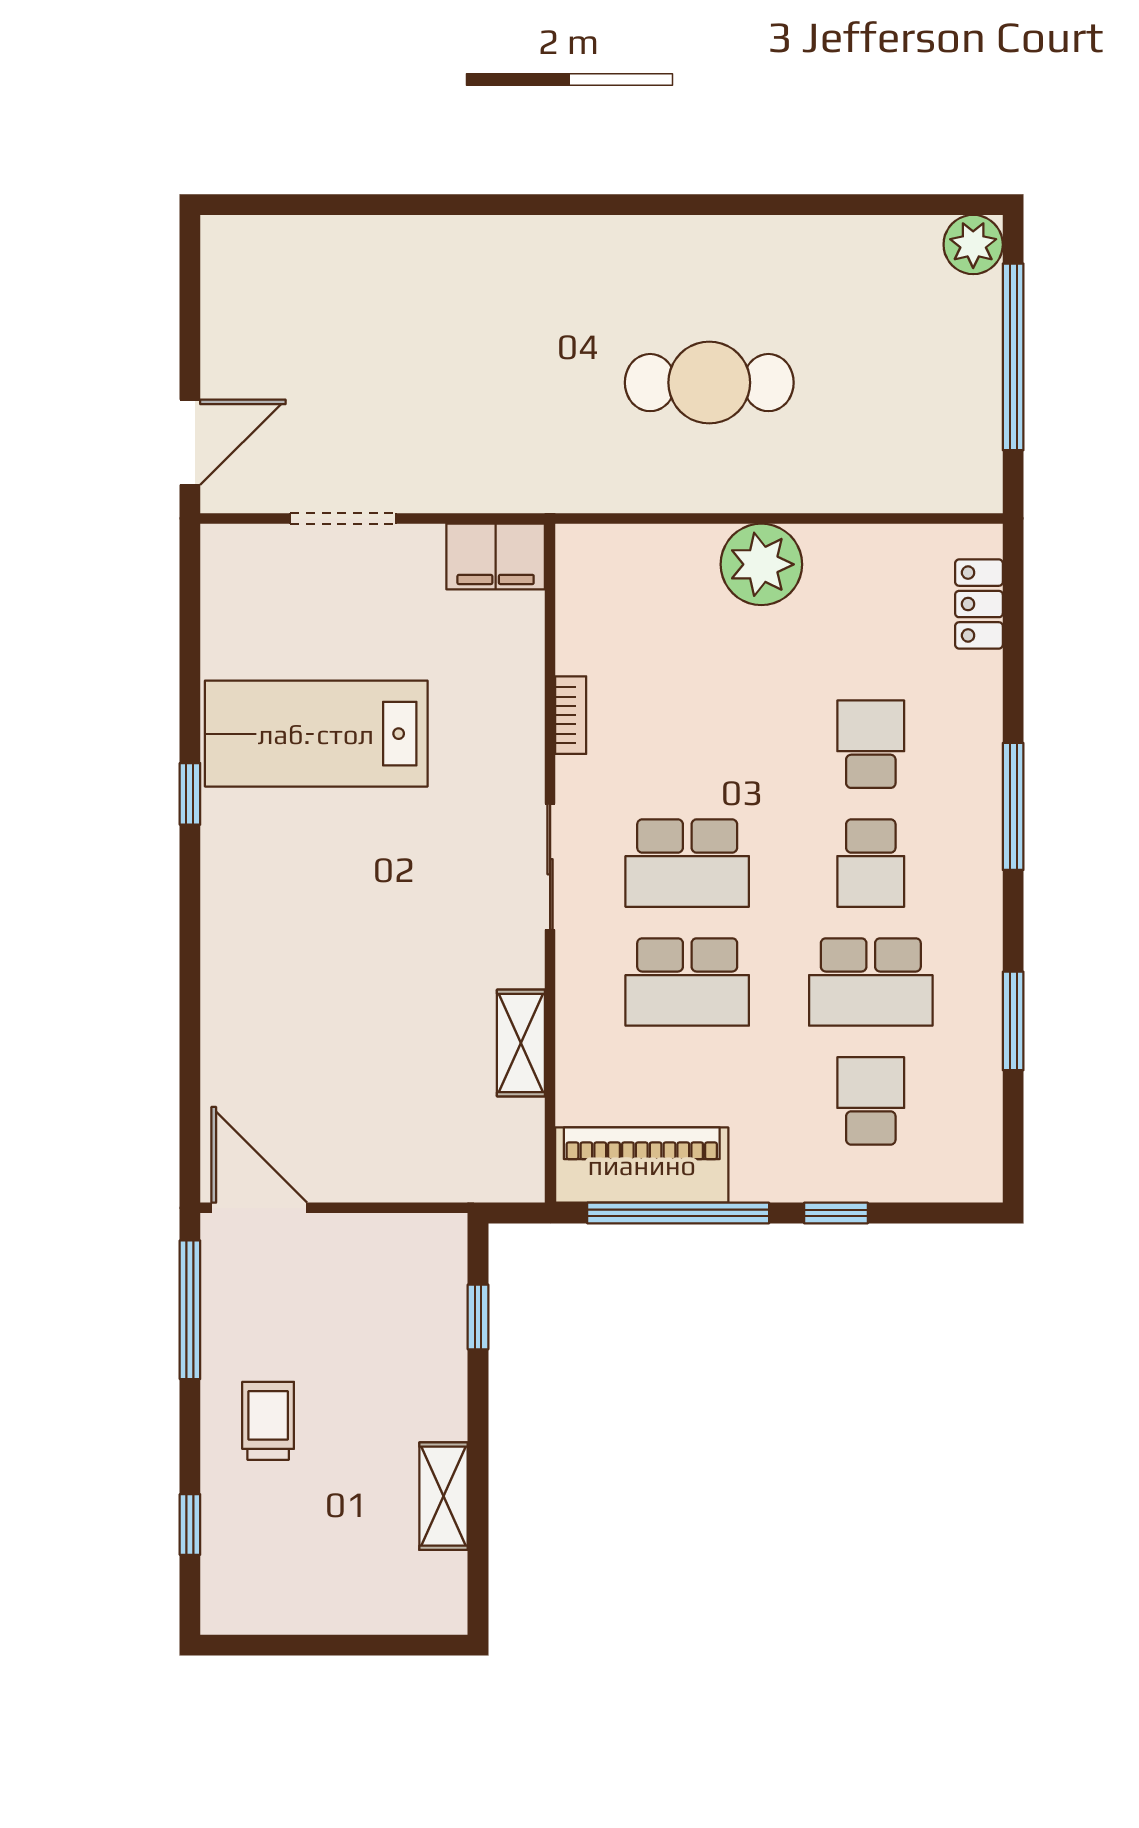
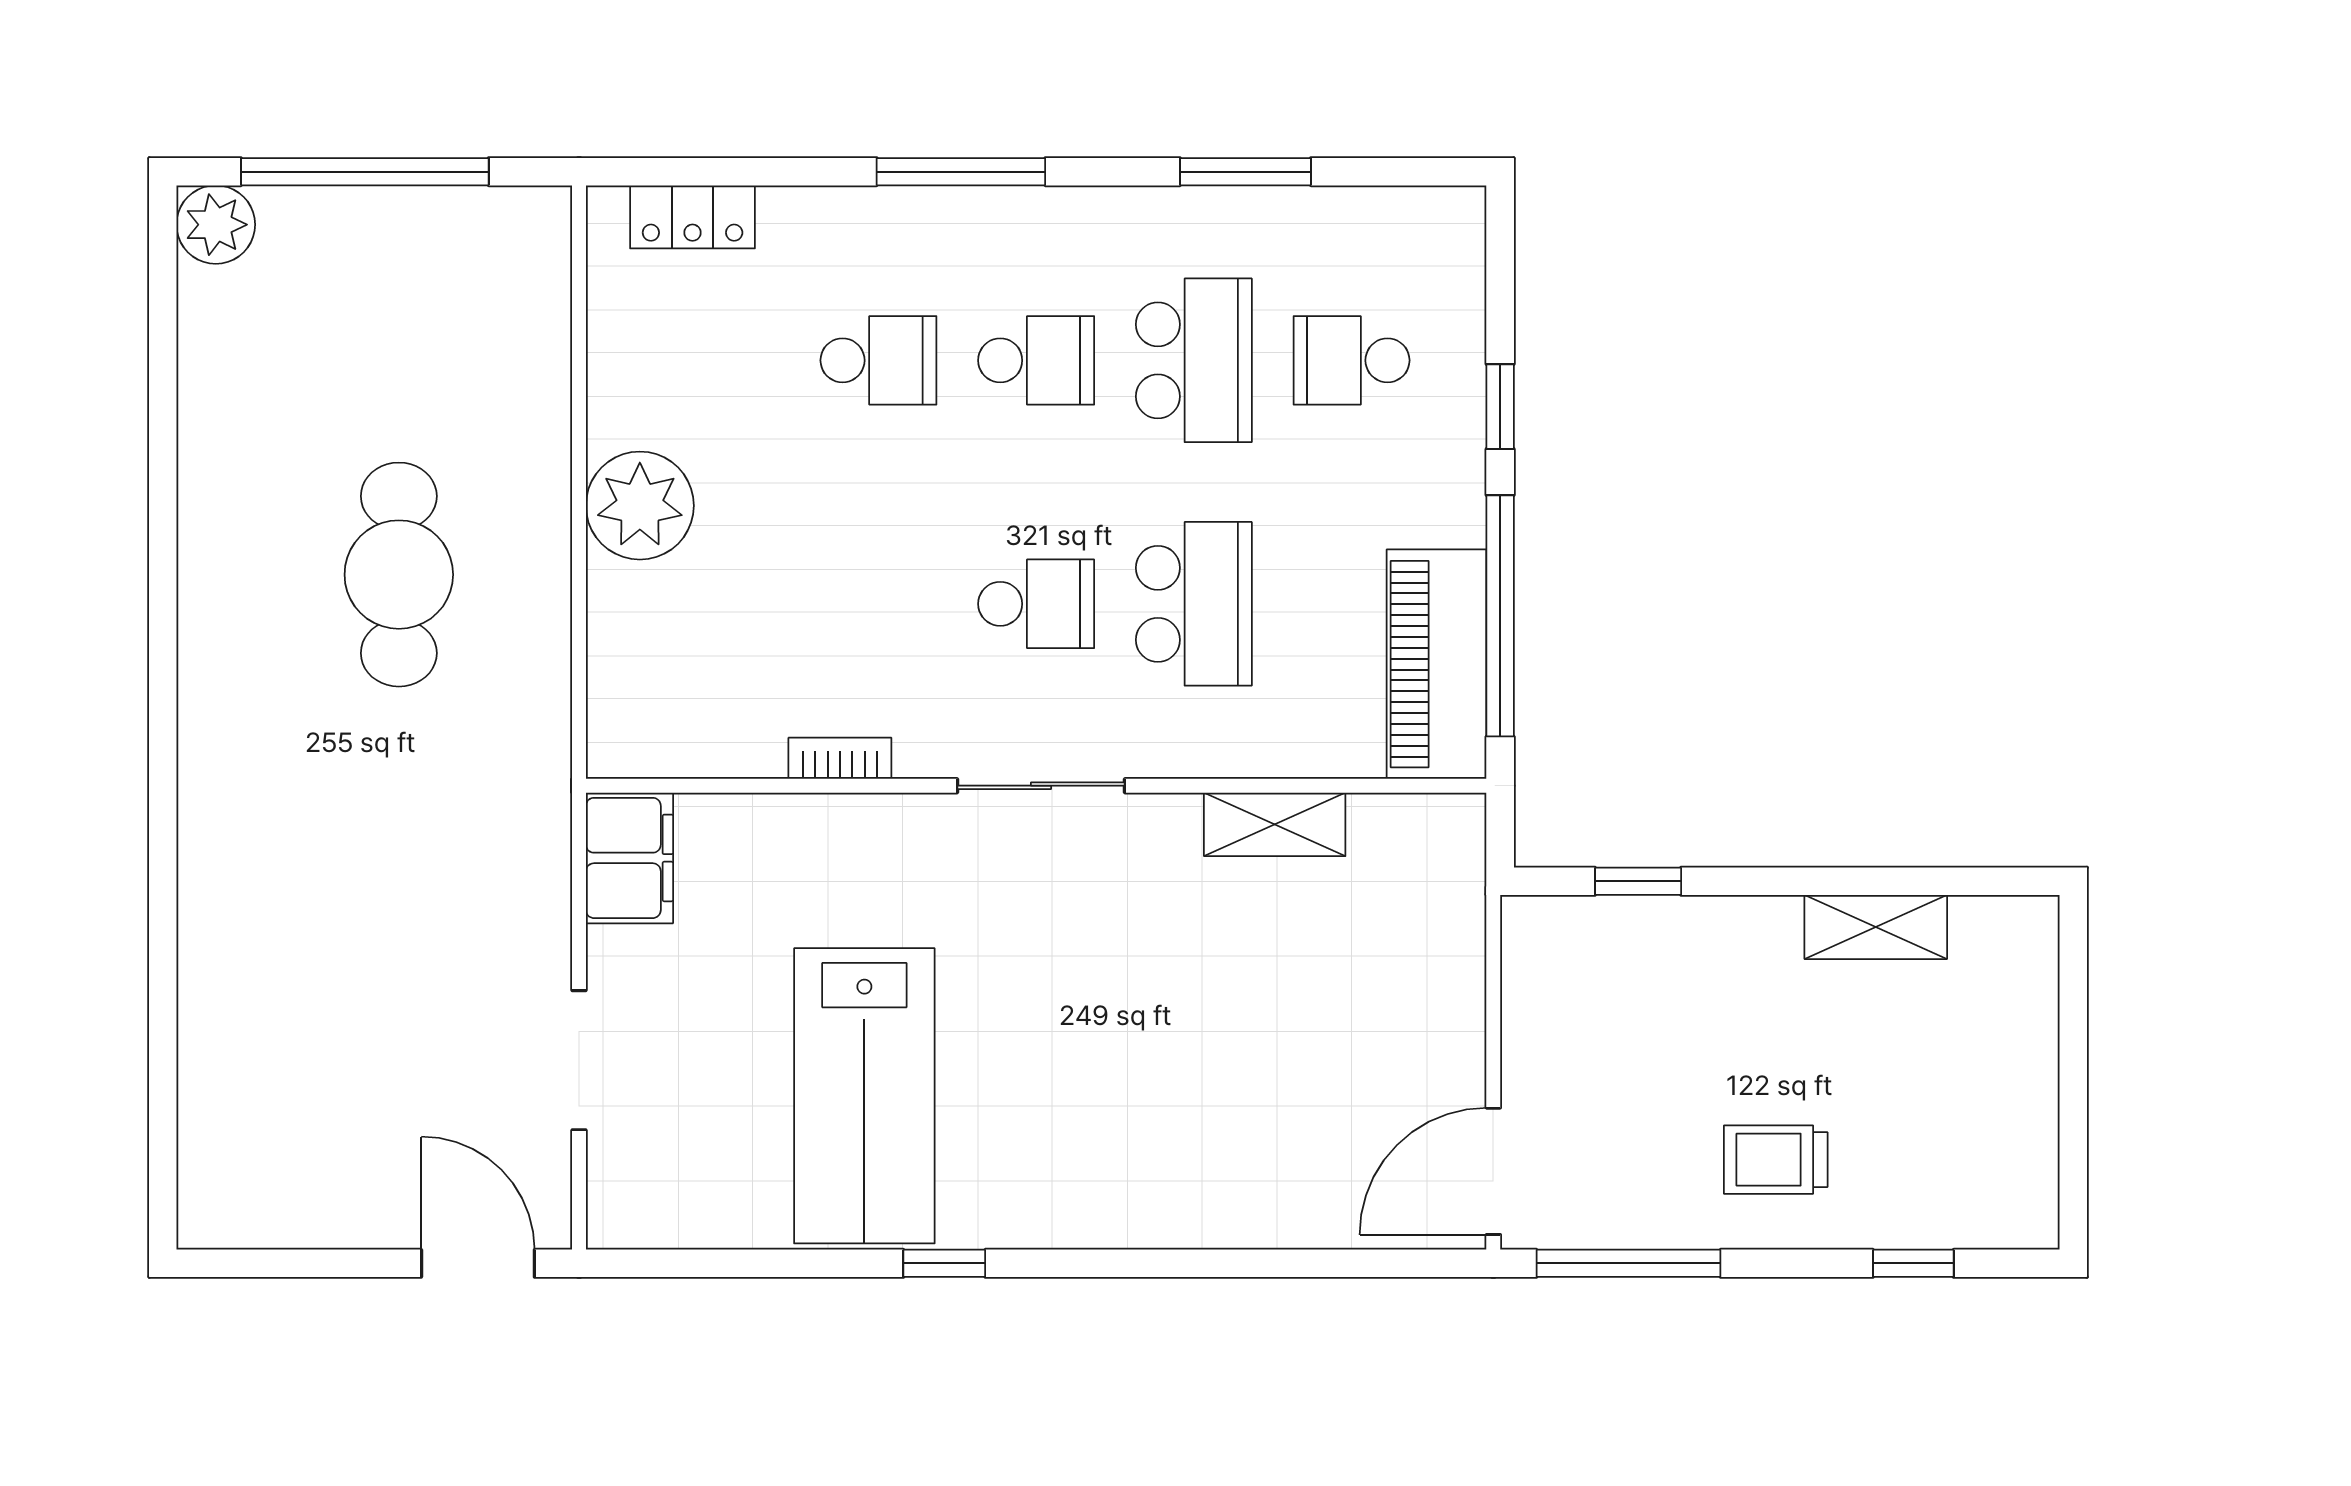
school desk: (871, 744) -> (878, 360), turned 180
school desk: (687, 863) -> (1036, 604), width x0.54

